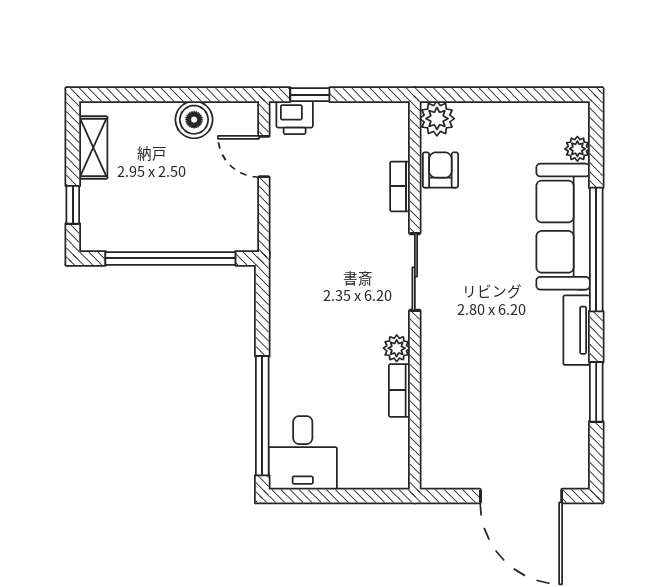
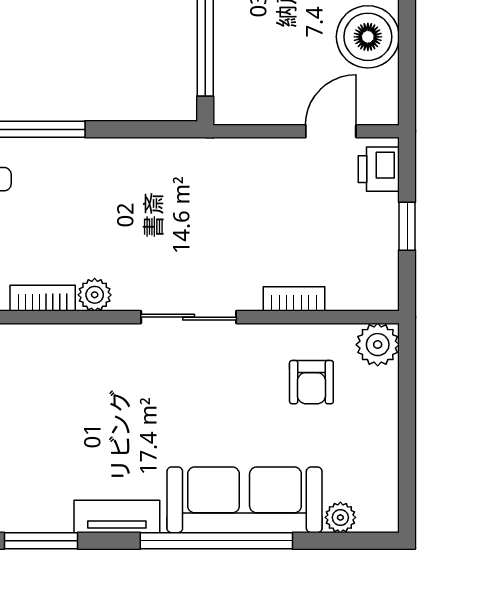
window: (310, 95) -> (407, 226), moved
boiler: (194, 120) -> (368, 37), width x1.37, depth x1.37
armchair: (440, 170) -> (311, 382), moved, turned 90

